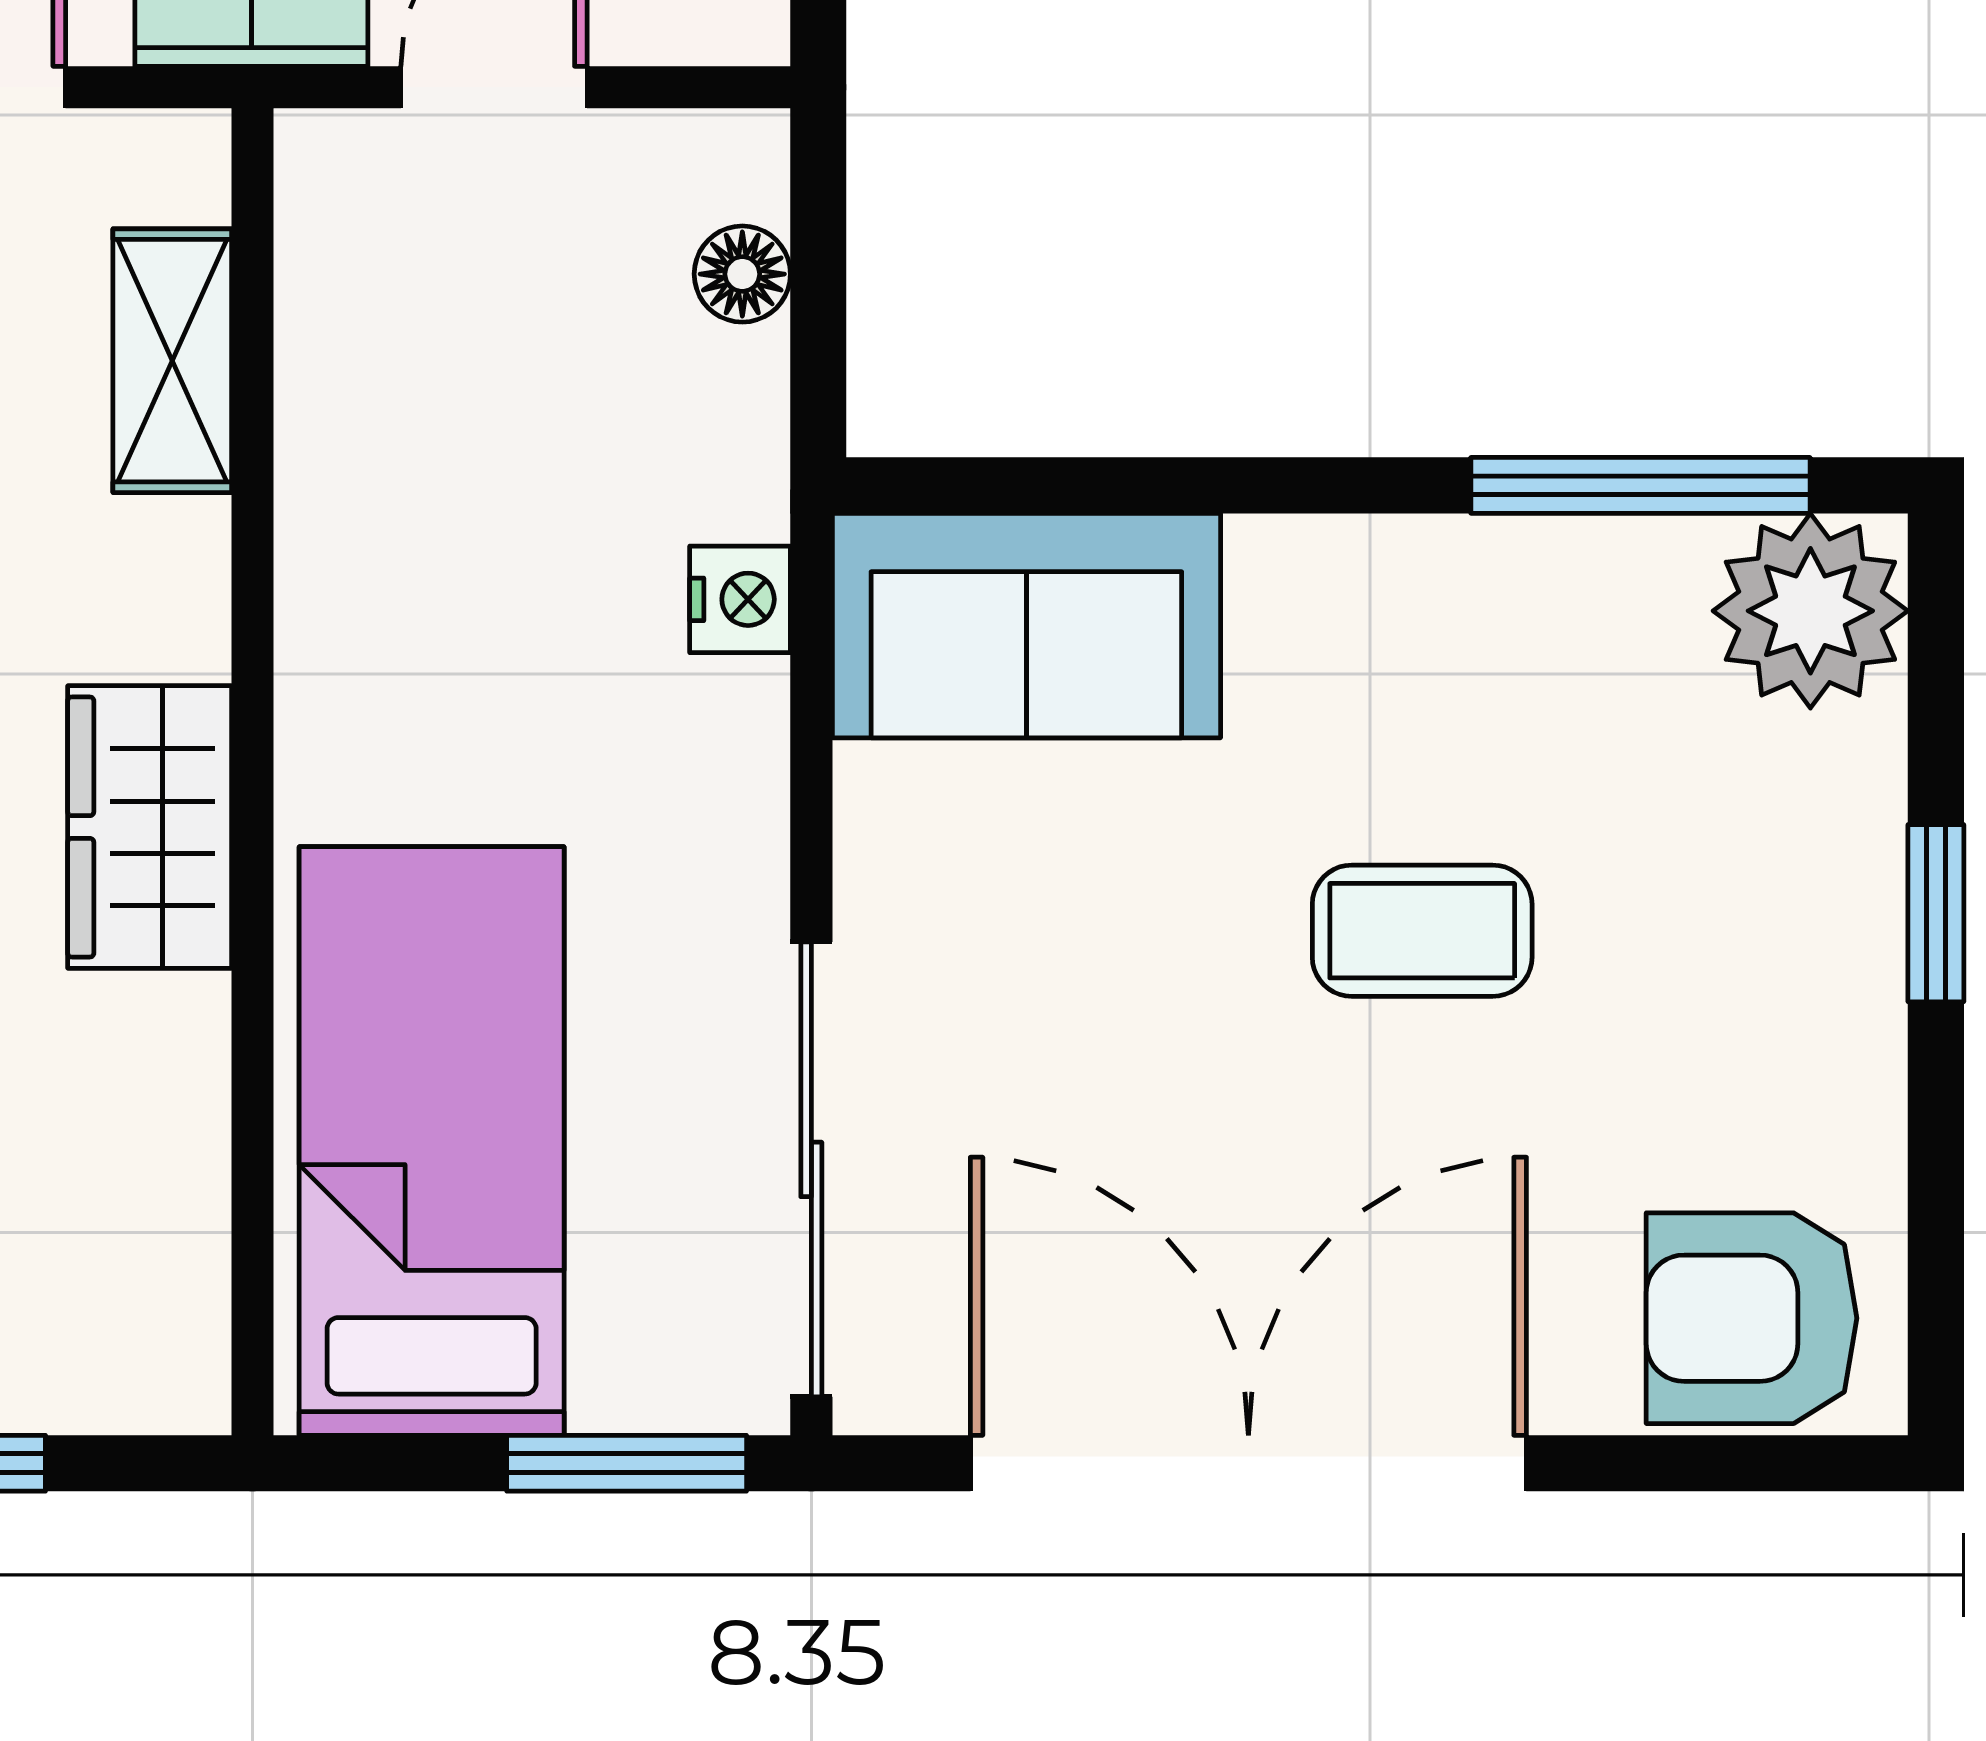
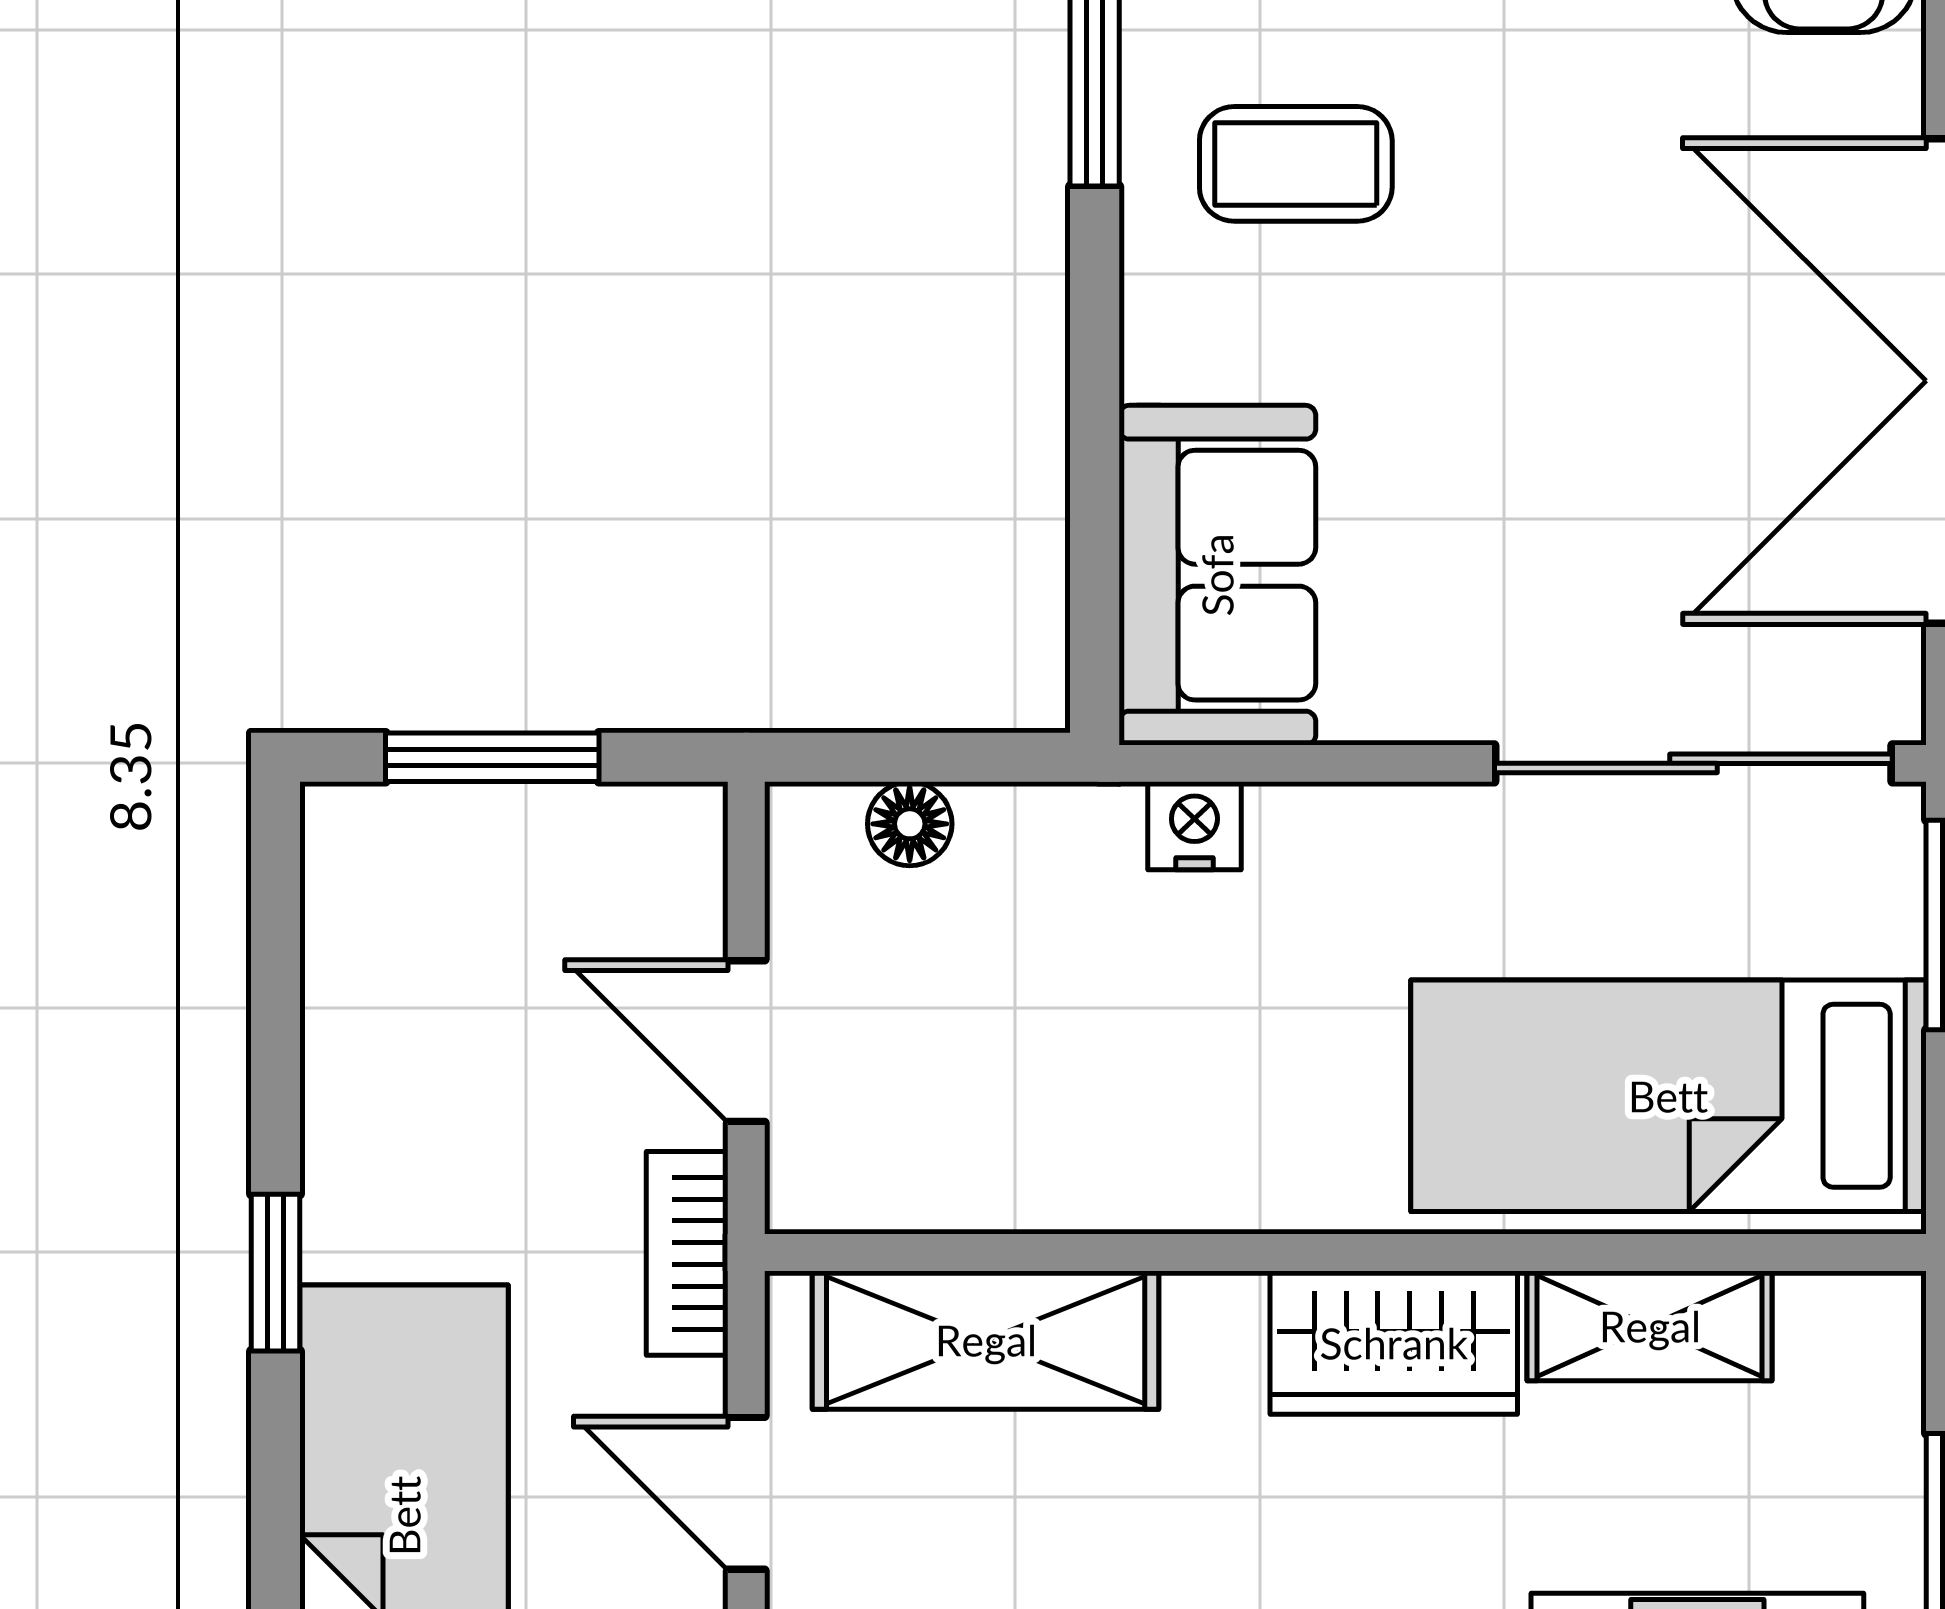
shelving: (172, 361) -> (986, 1340), width x1.50, depth x1.33
coffee table: (1422, 931) -> (1296, 164), moved, turned 90
shelving: (169, 1119) -> (1650, 1326), added

